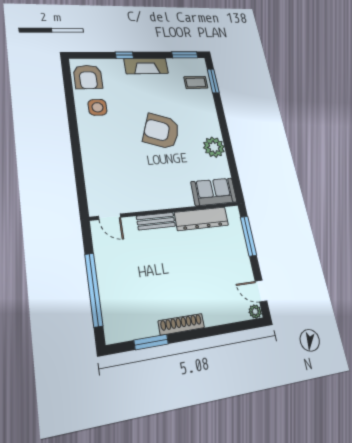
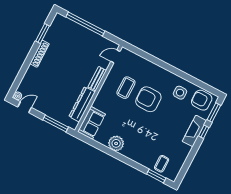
window: (185, 55) -> (214, 112), moved
fireplace: (146, 66) -> (194, 131), moved
armchair: (161, 131) -> (148, 99), moved, turned -110
coffee table: (140, 177) -> (126, 88), added

